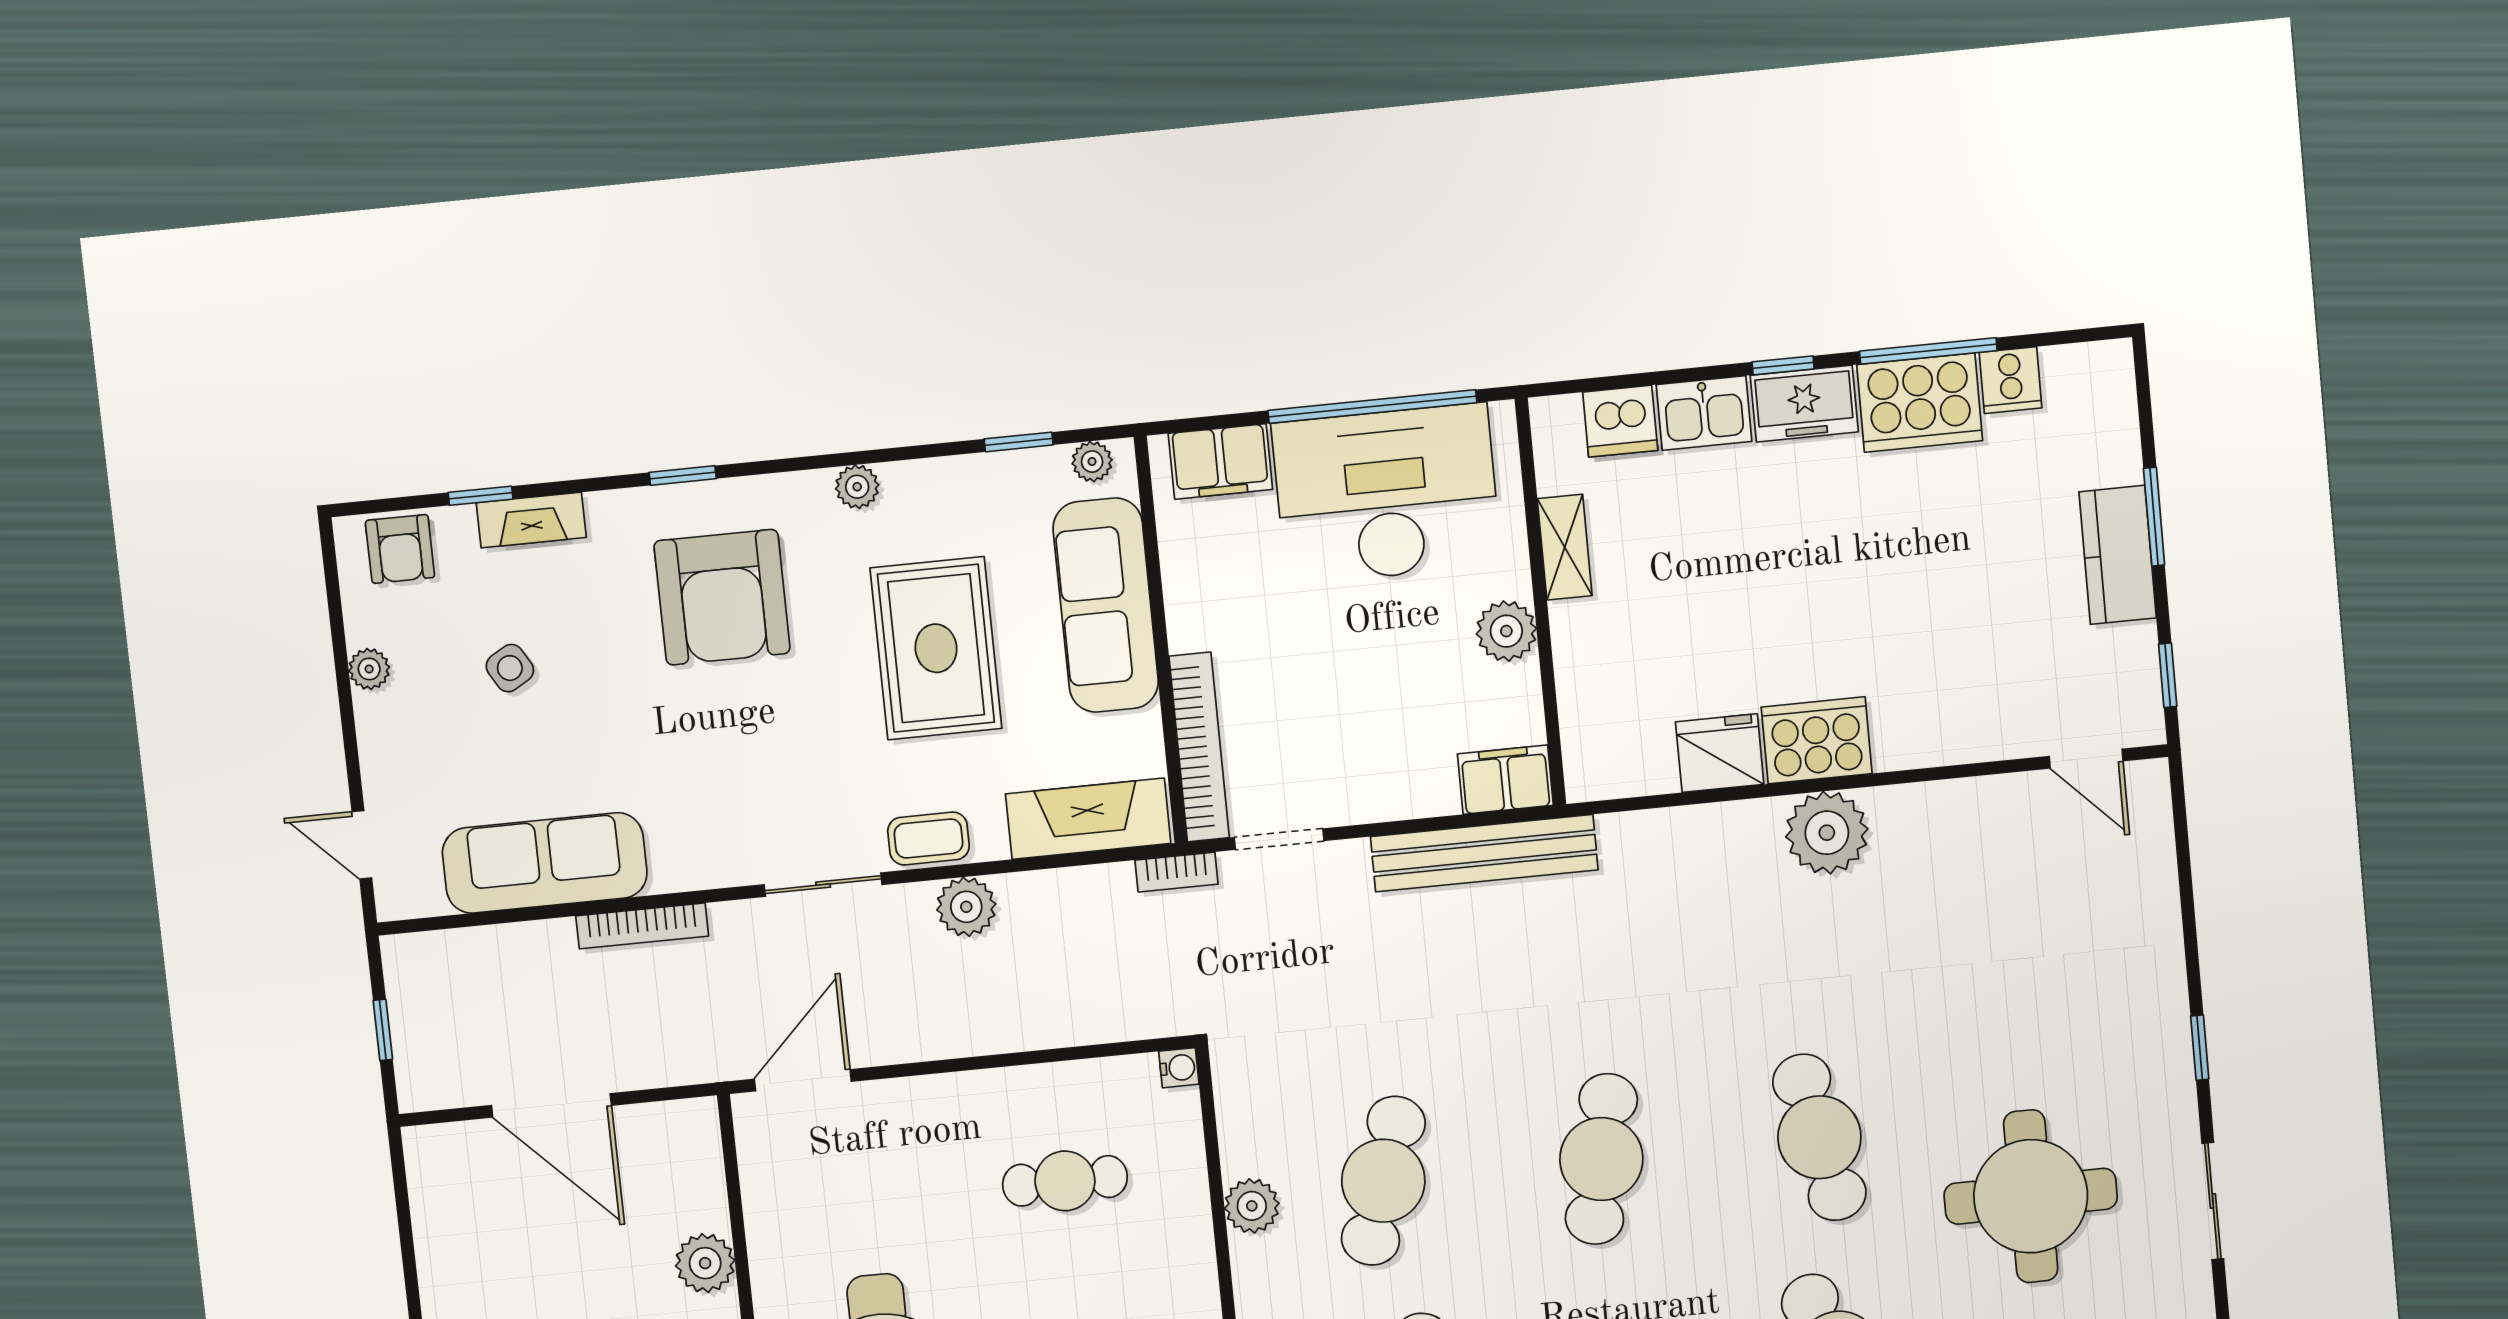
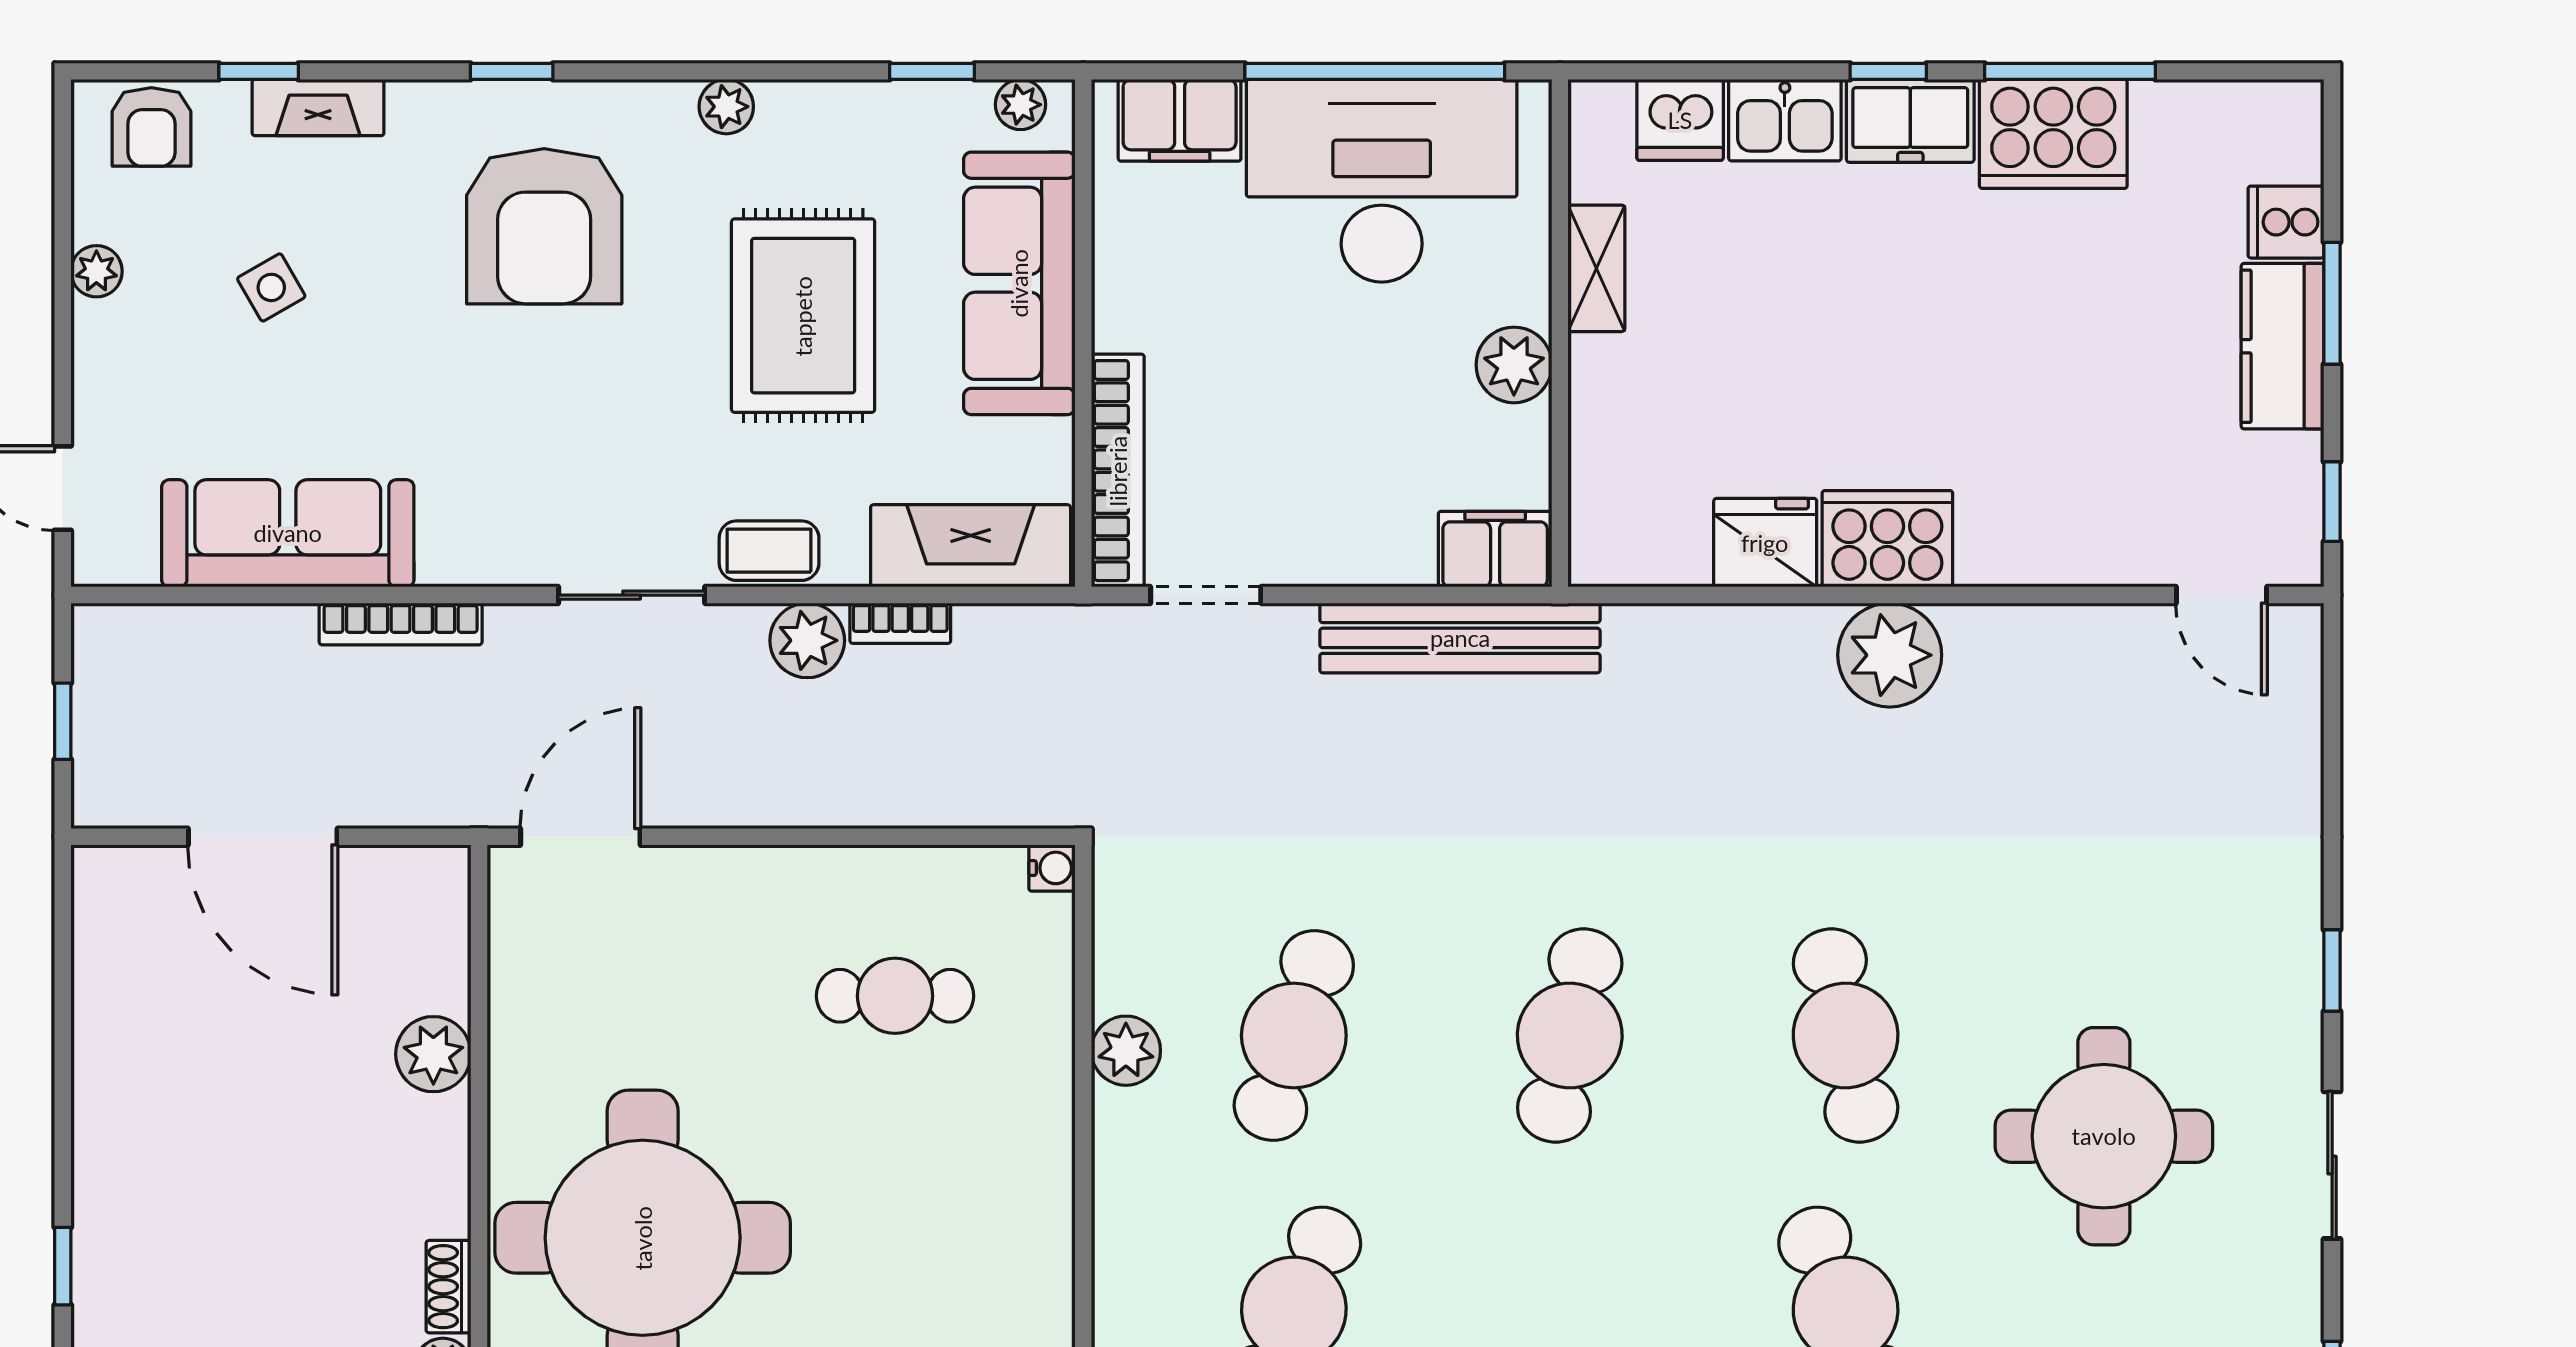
cooker: (2011, 380) -> (2286, 222), moved, turned 90
bookcase: (1177, 872) -> (900, 623), moved

